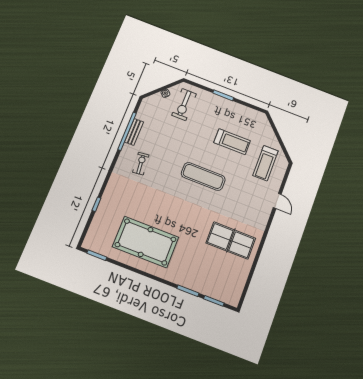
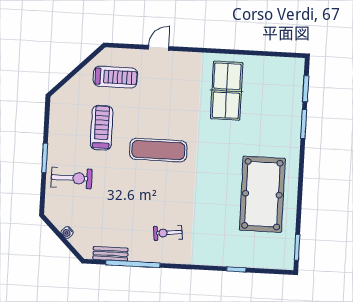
exercise bike: (184, 105) -> (72, 178), moved
bench: (134, 132) -> (110, 254), moved
exercise mat: (203, 176) -> (158, 150), turned 90

